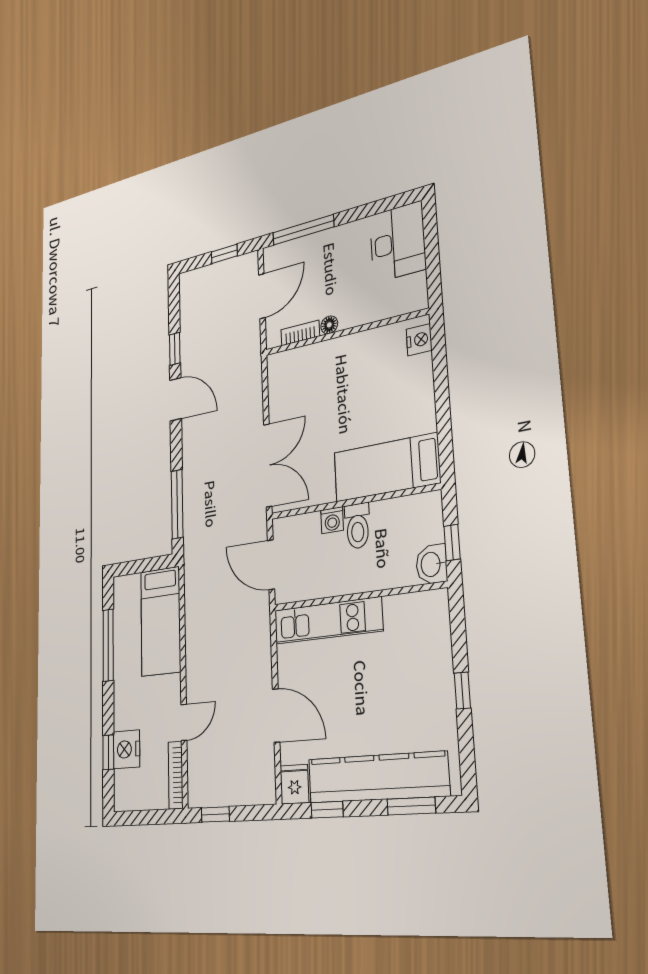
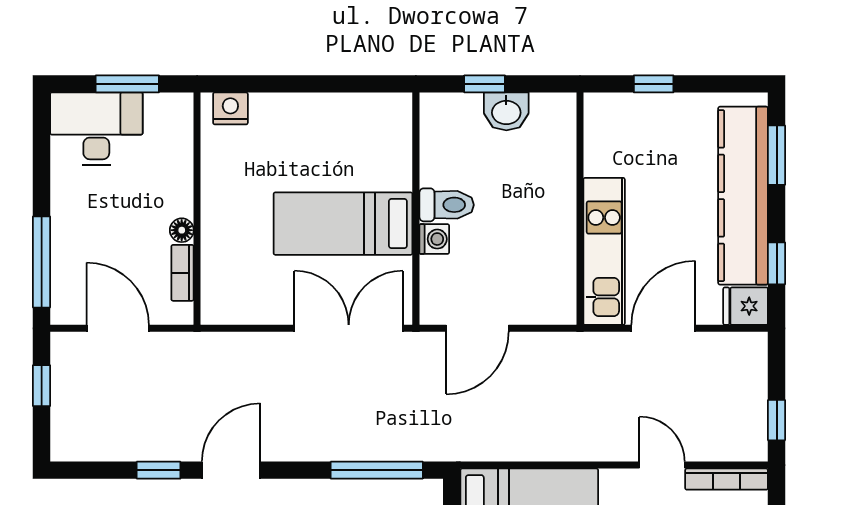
window: (432, 256) -> (127, 84), added
bed: (386, 468) -> (343, 224), moved, turned 90
wall: (358, 596) -> (580, 209), moved
kitchen unit: (328, 621) -> (604, 251), moved

